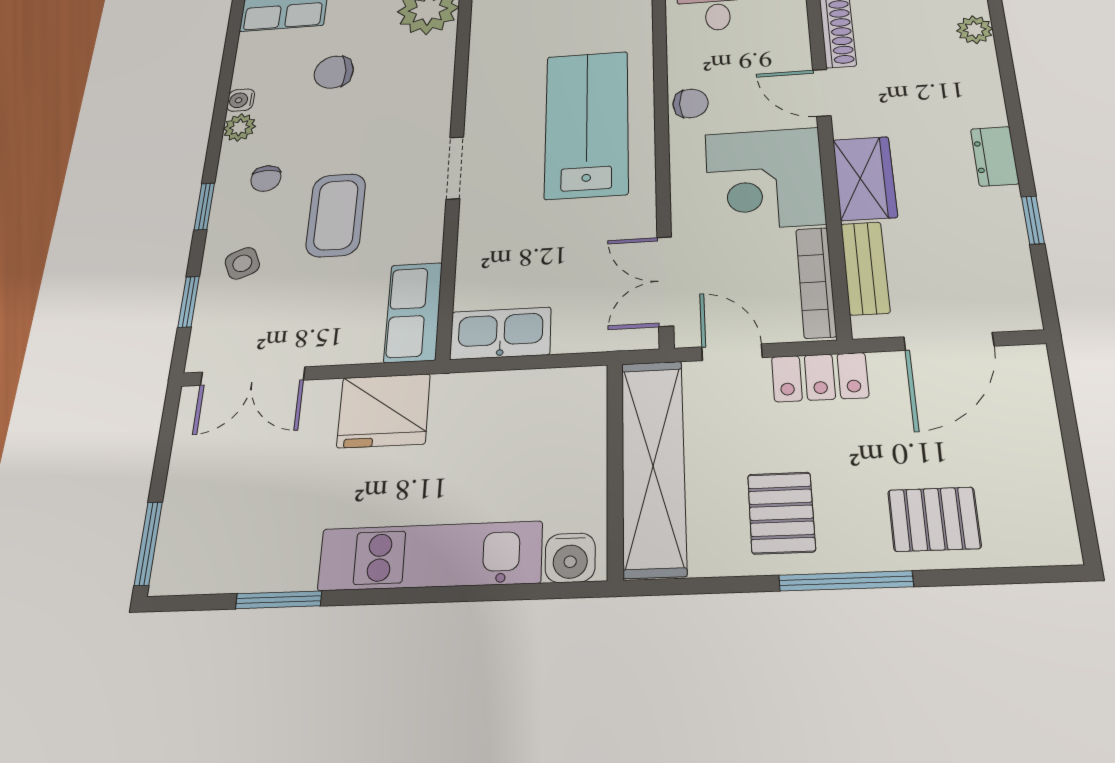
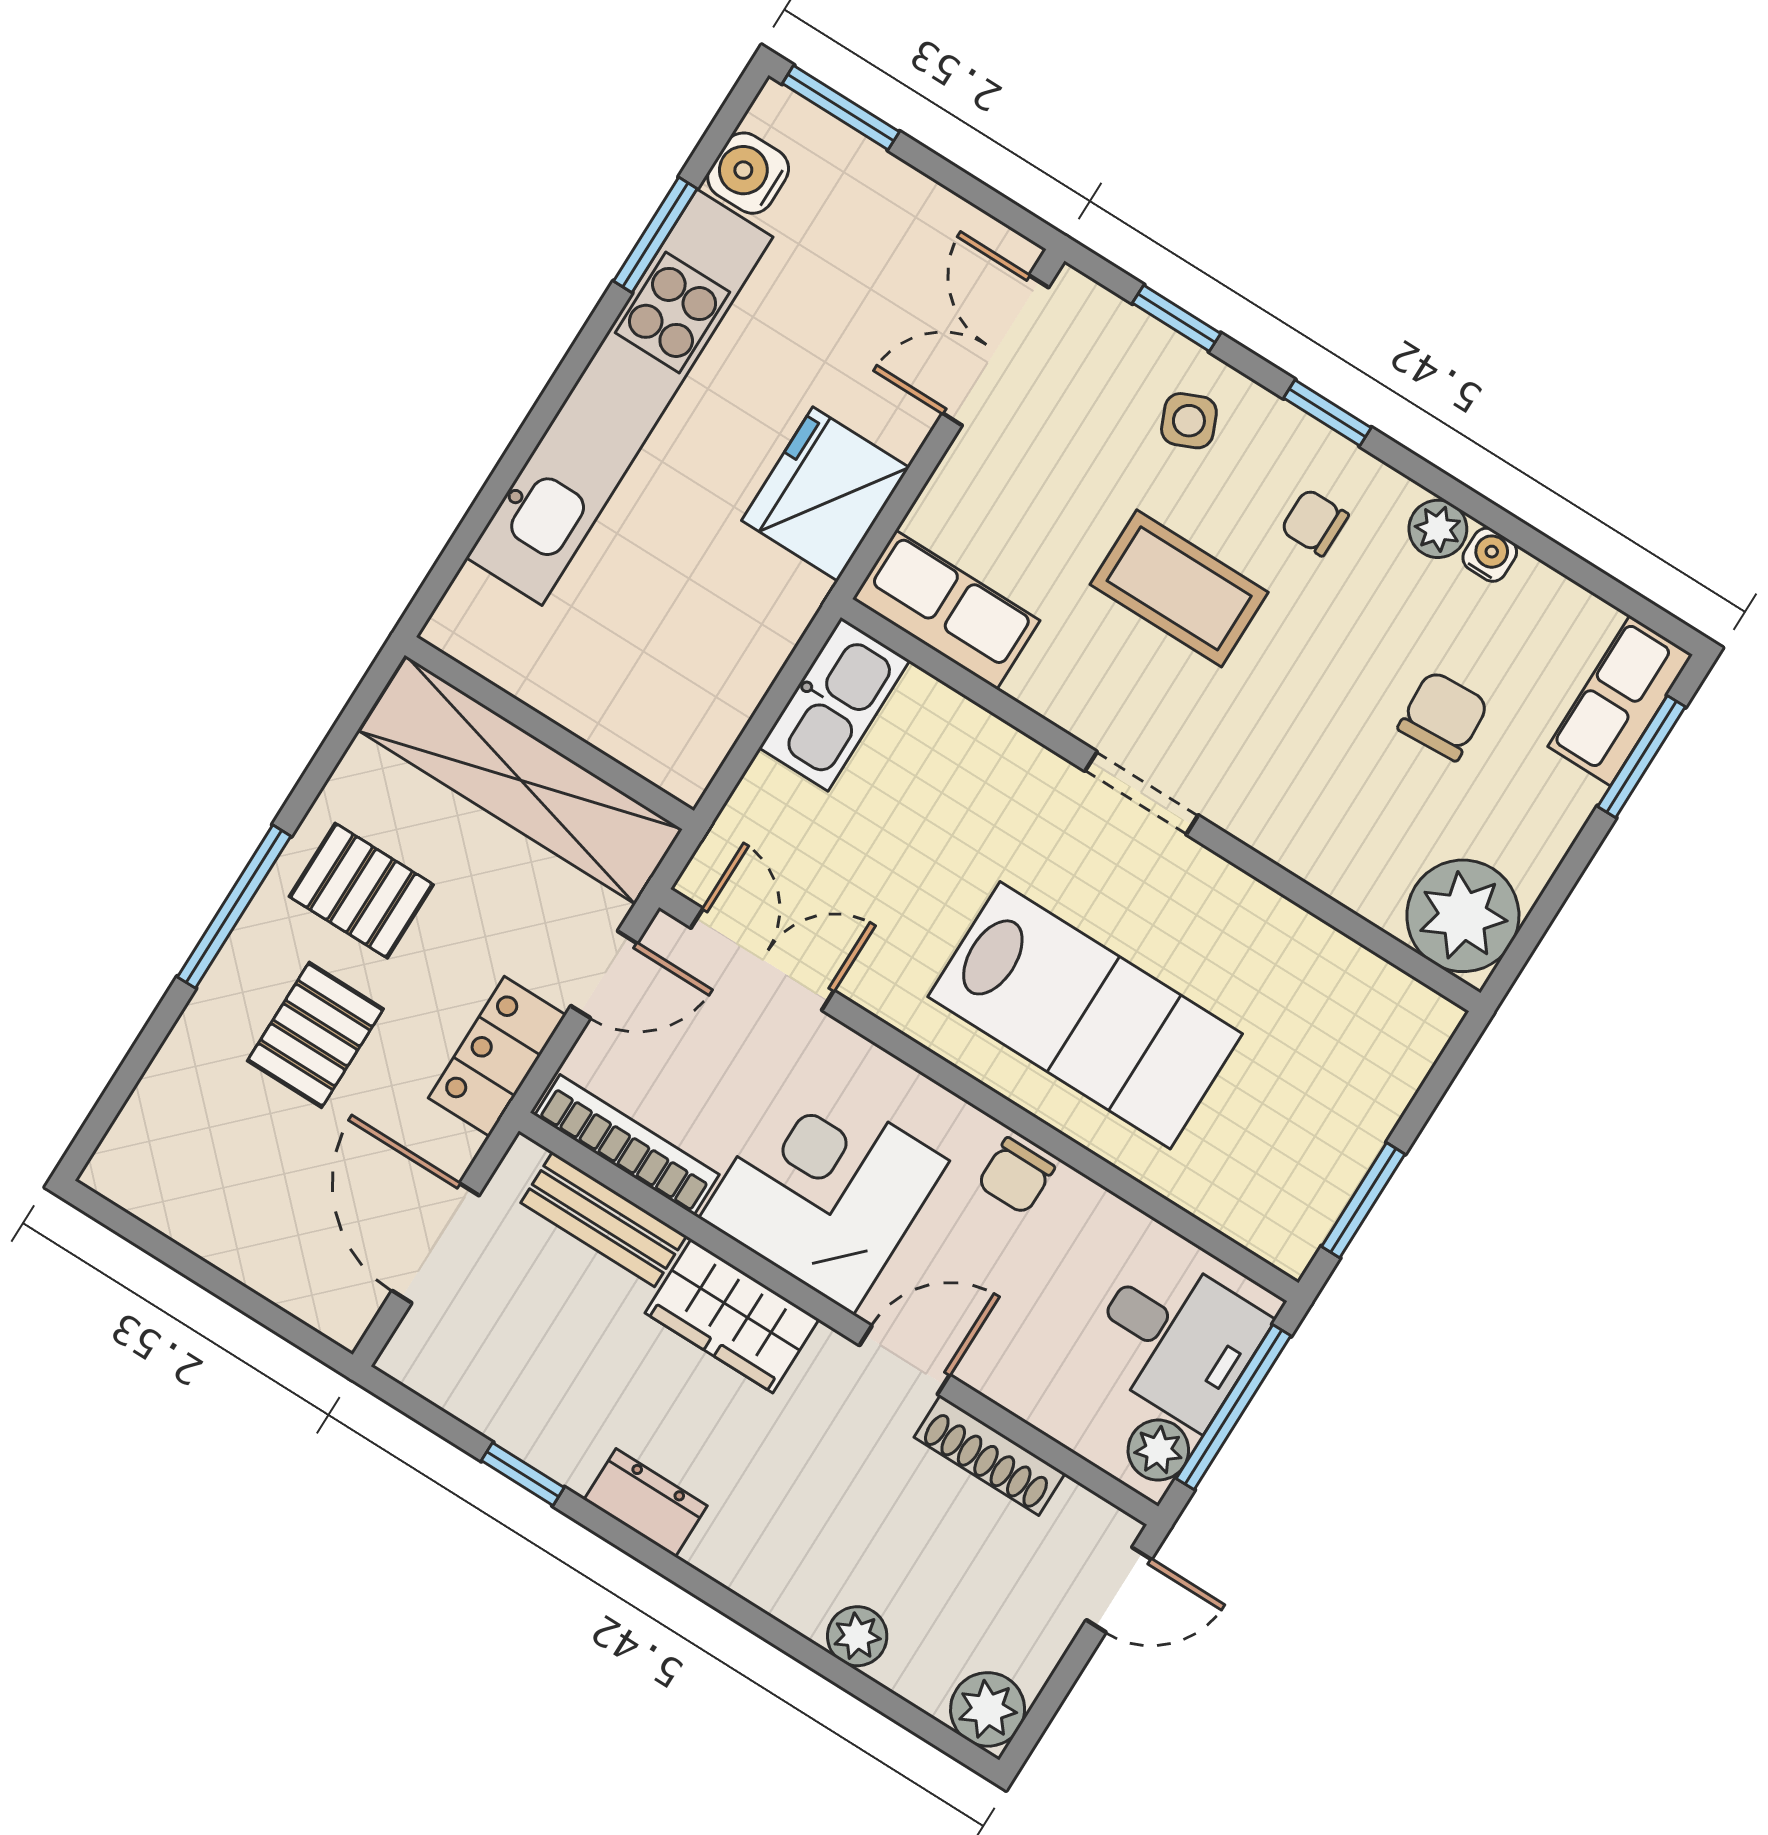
pallet: (934, 519) -> (315, 1035), moved
kitchen unit: (430, 556) -> (619, 397), width x1.36
water cooler: (570, 558) -> (748, 173), moved

